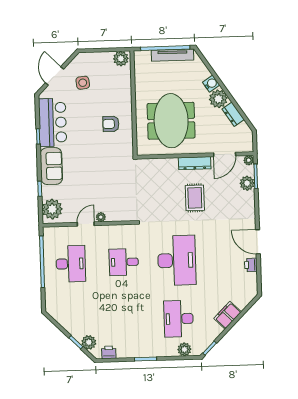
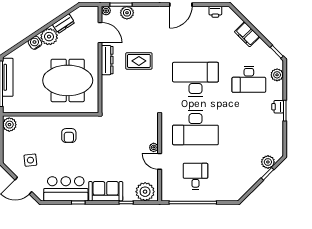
desk: (124, 262) -> (195, 128), width x1.87, depth x1.30
desk: (71, 264) -> (195, 176), width x0.73
printer: (251, 265) -> (215, 12), moved
printer: (109, 352) -> (278, 107), moved

